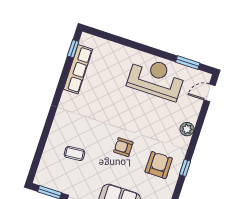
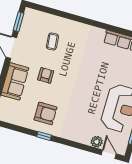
plant: (187, 129) -> (97, 142), moved
armchair: (123, 147) -> (46, 75), moved

